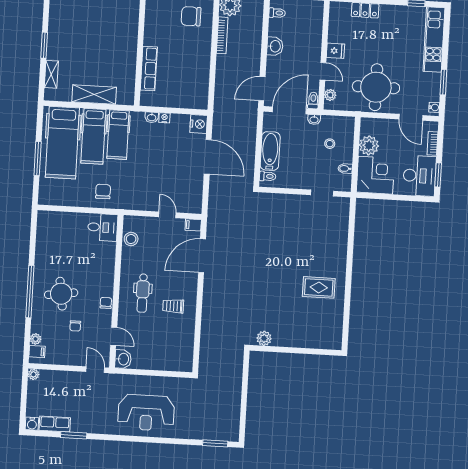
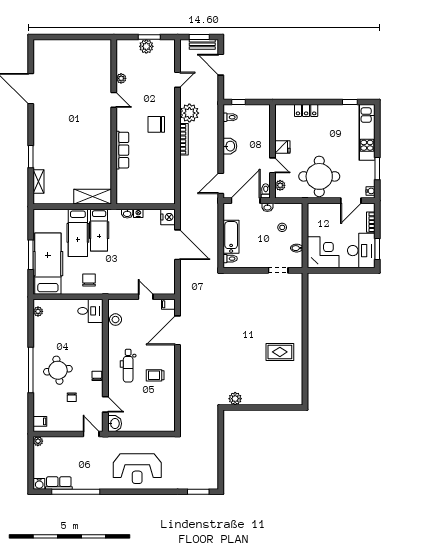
row of seats: (149, 68) -> (122, 150), moved
shelving: (94, 94) -> (93, 197), moved
door: (411, 117) -> (351, 201), hinge flipped
hospital bed: (62, 143) -> (48, 264), moved, turned 180
plant: (369, 146) -> (316, 227), removed
plant: (36, 339) -> (38, 311), moved
window: (74, 435) -> (76, 492), width x2.11

